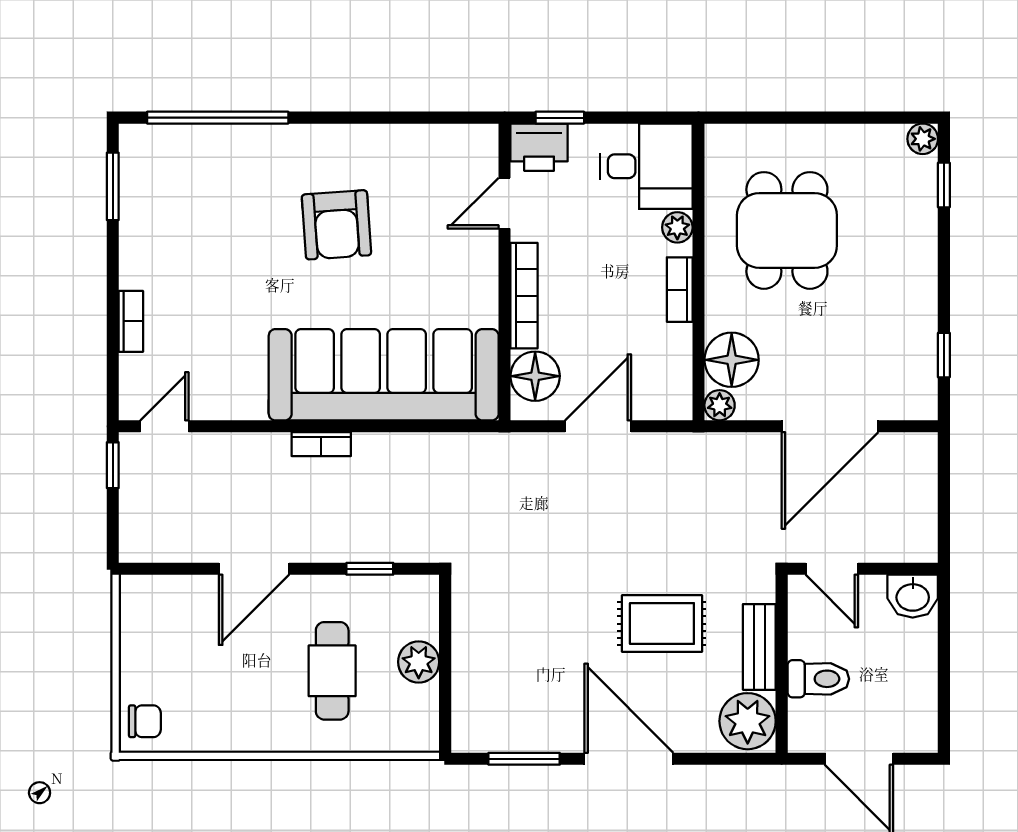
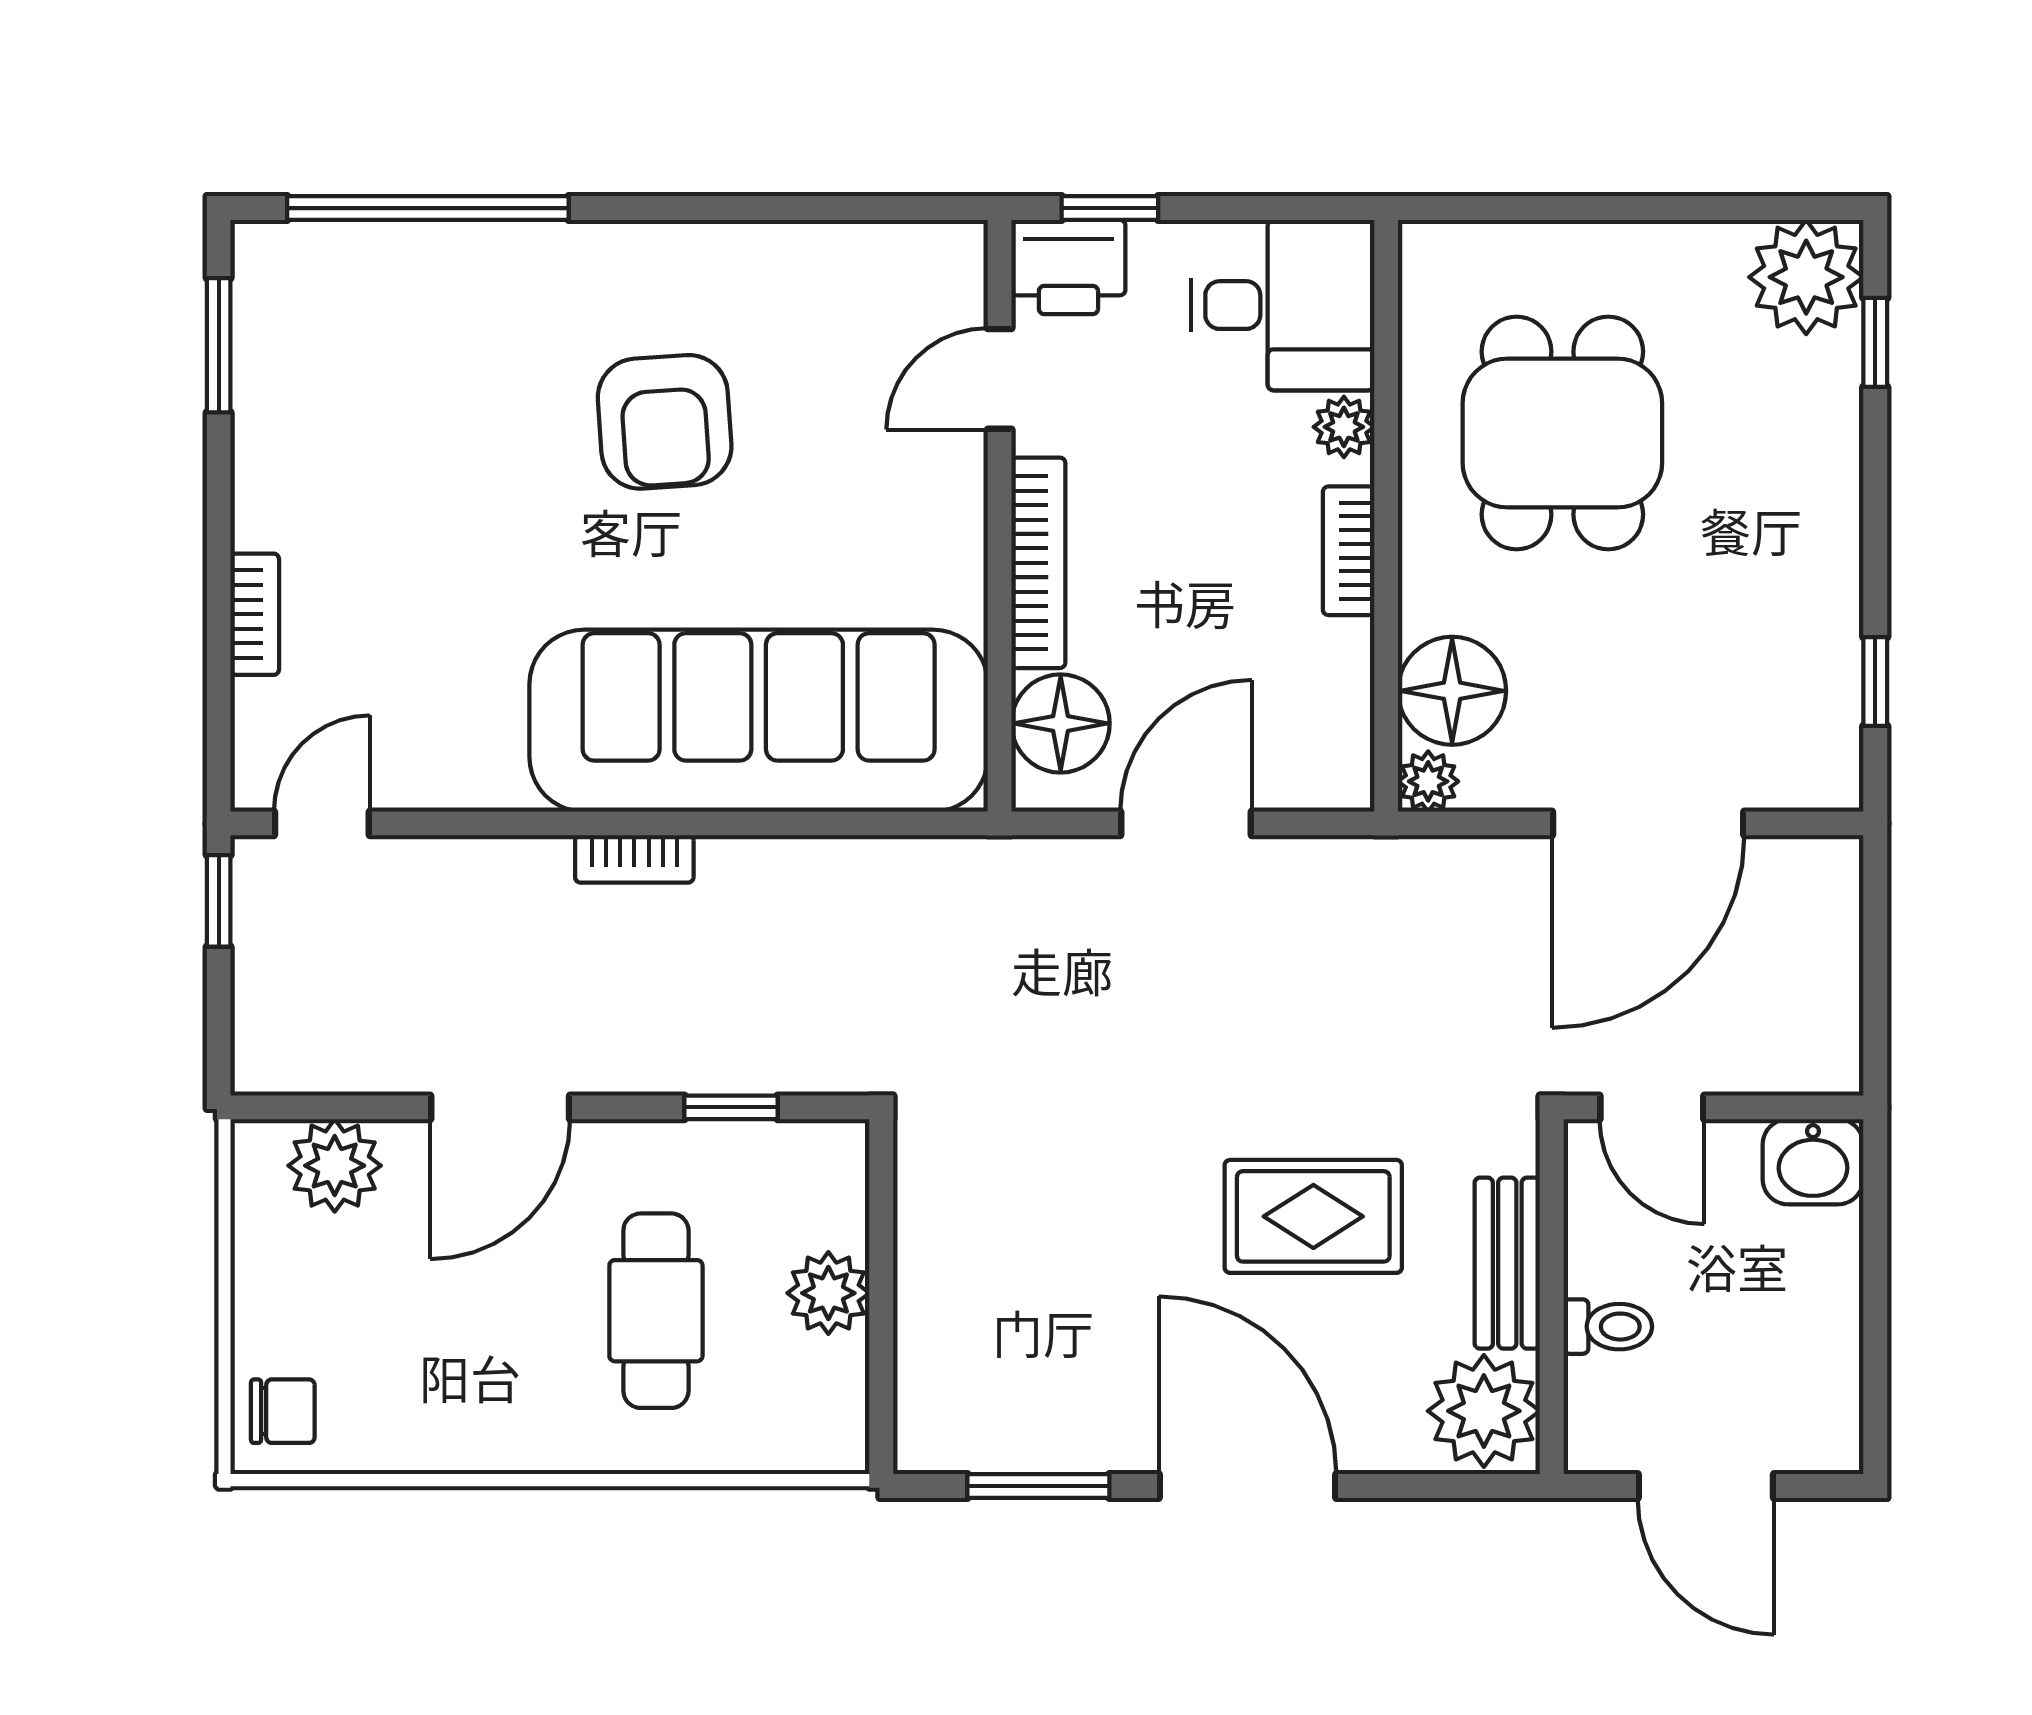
plant: (923, 139) -> (1806, 277), width x1.87, depth x1.87
plant: (171, 598) -> (335, 1166), added
toilet: (818, 679) -> (1608, 1327), width x0.73, depth x0.72

